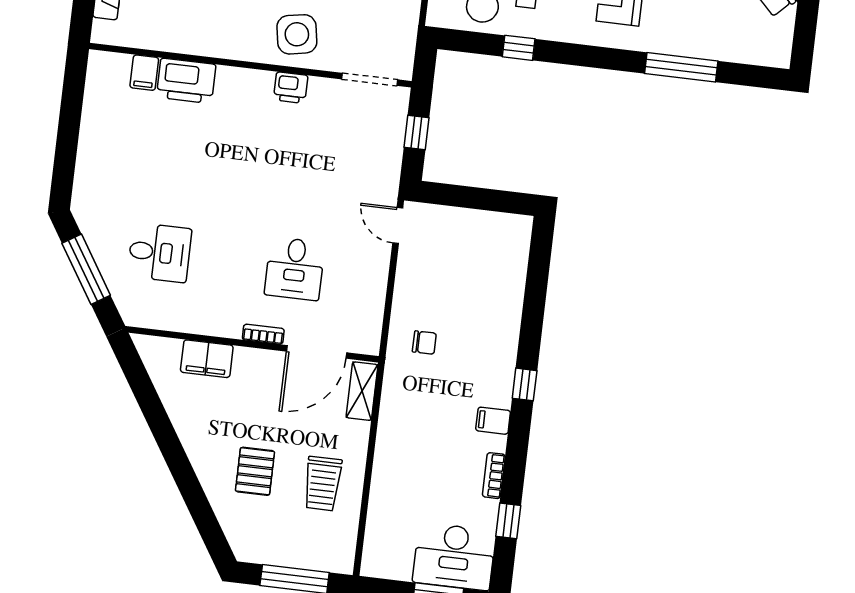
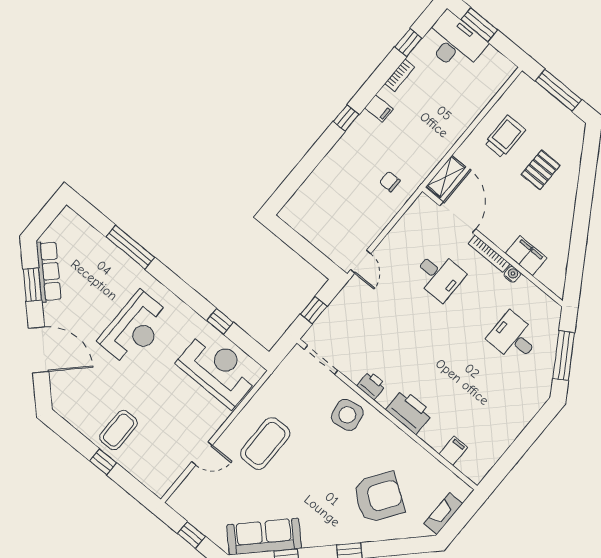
printer: (186, 81) -> (409, 412), moved
desk: (295, 269) -> (439, 276), turned 90
water cooler: (209, 326) -> (512, 274), added
bookcase: (263, 334) -> (489, 254), width x1.56
door: (317, 352) -> (458, 217), hinge flipped

